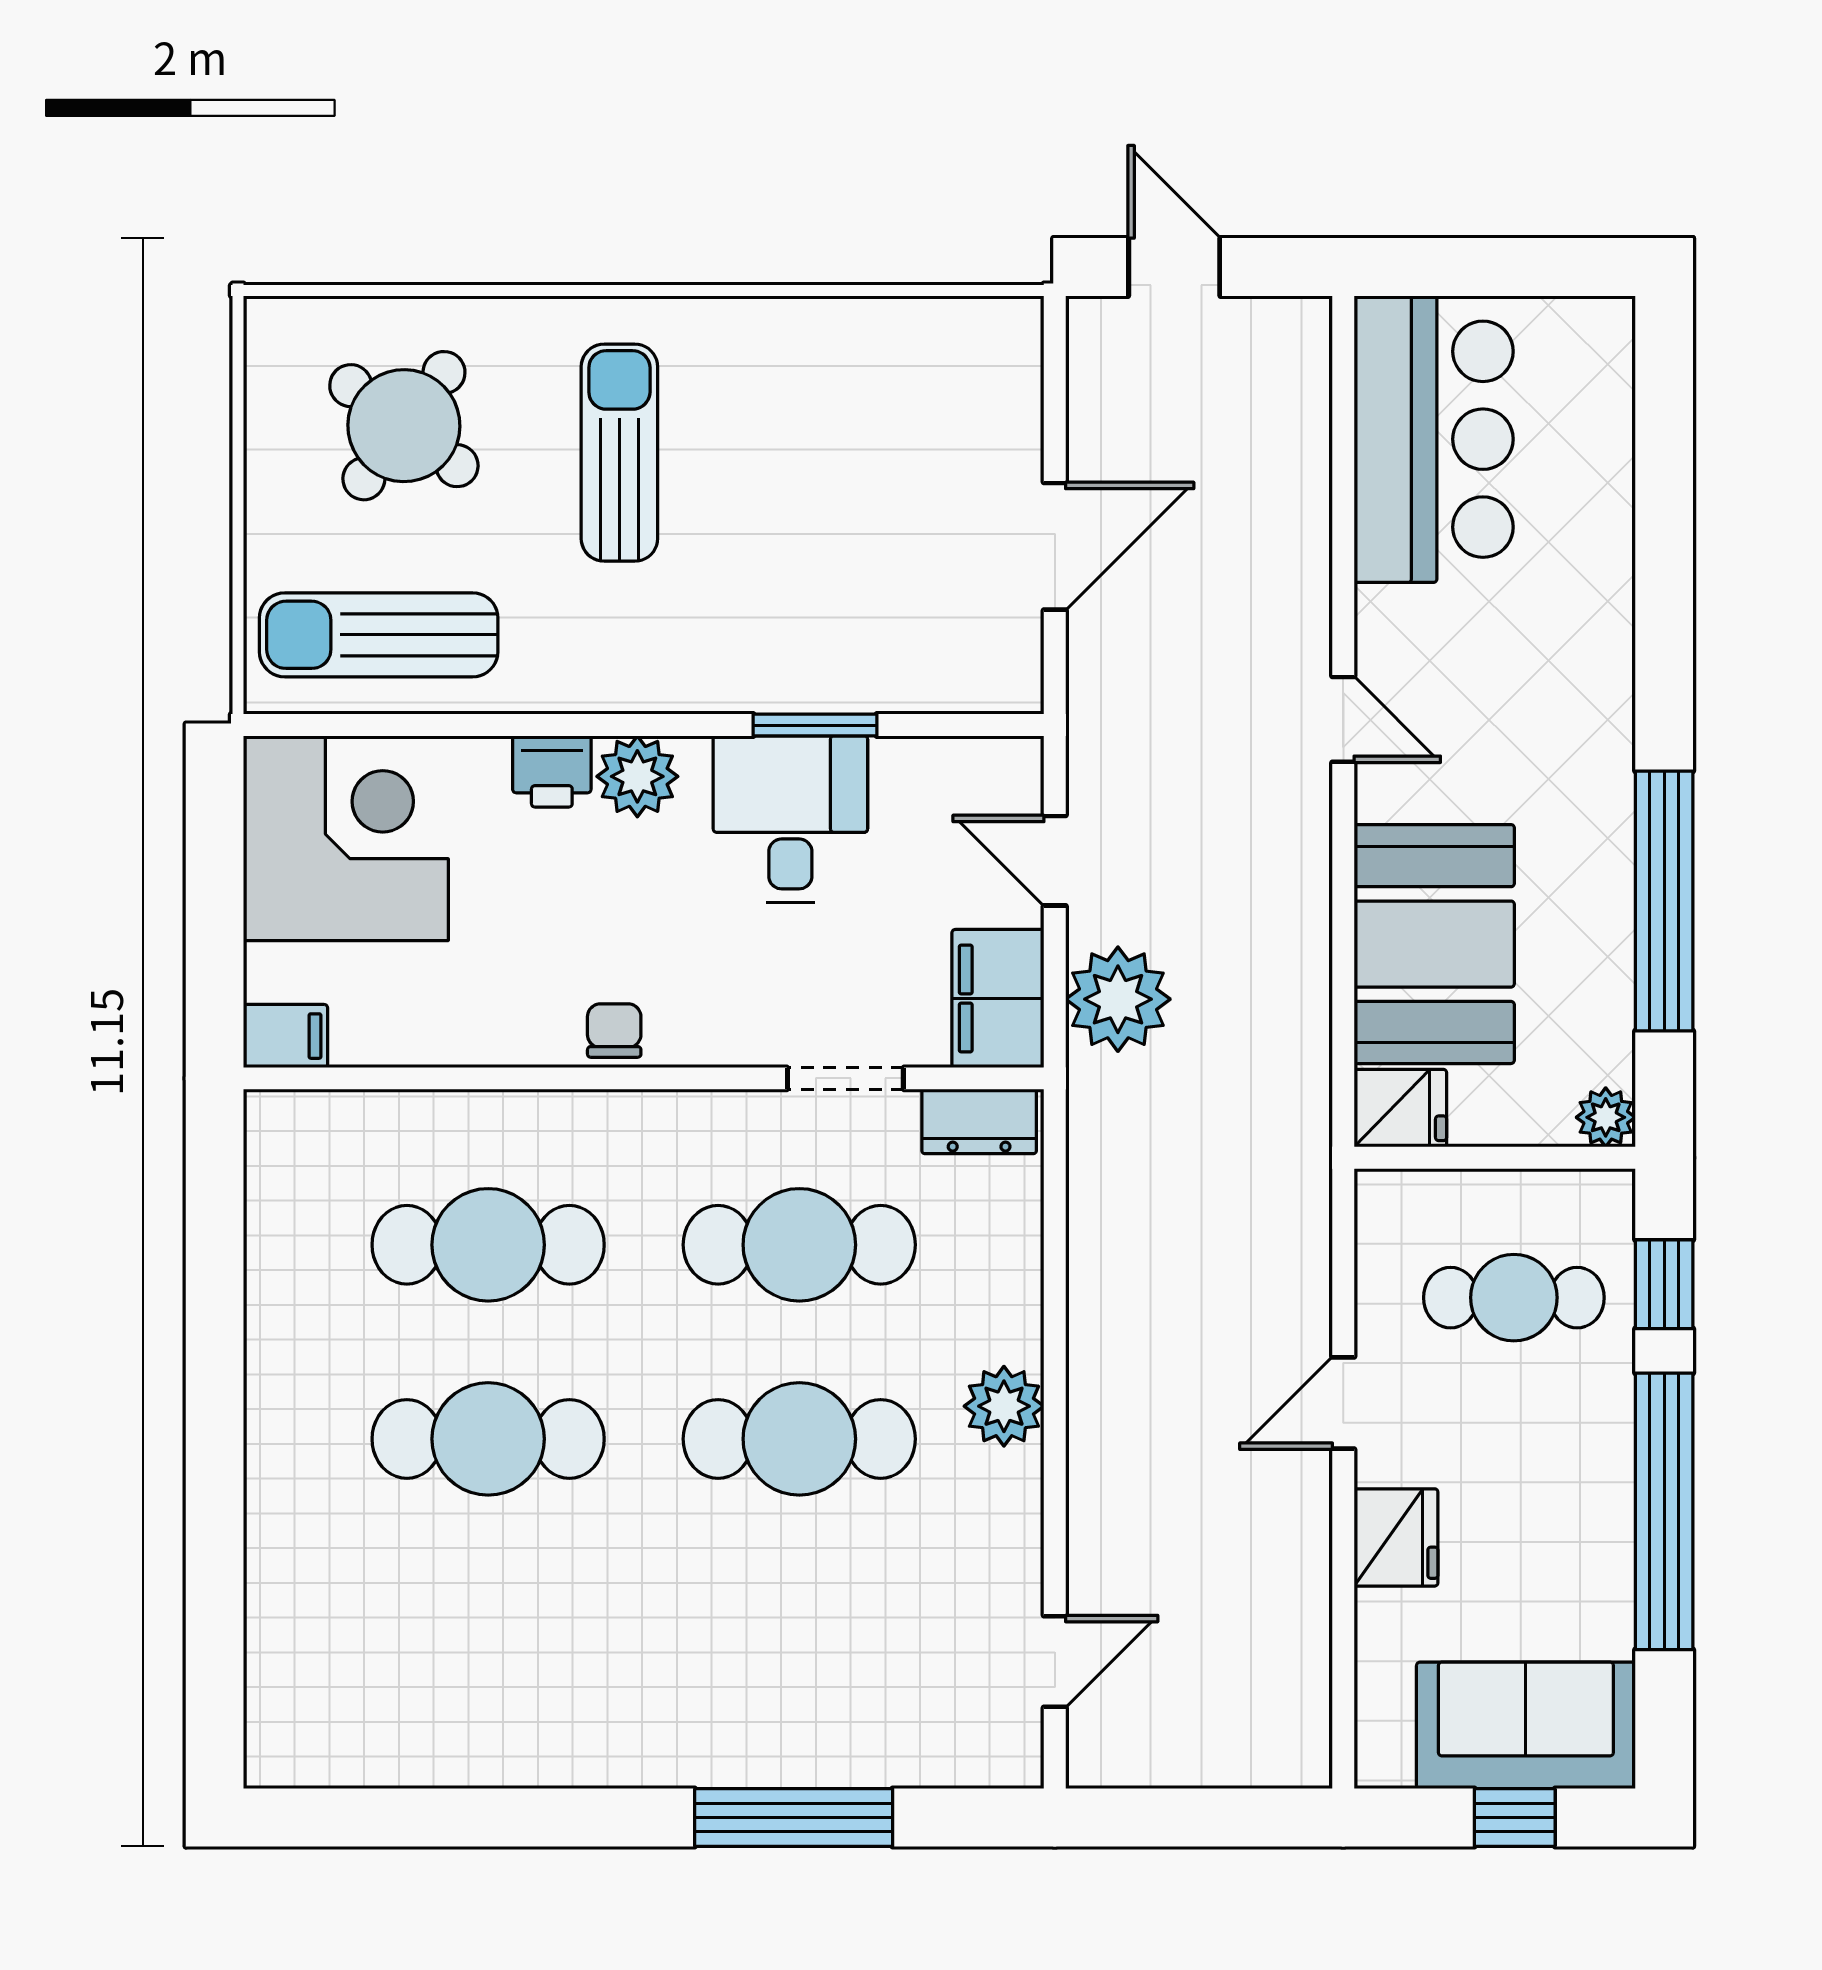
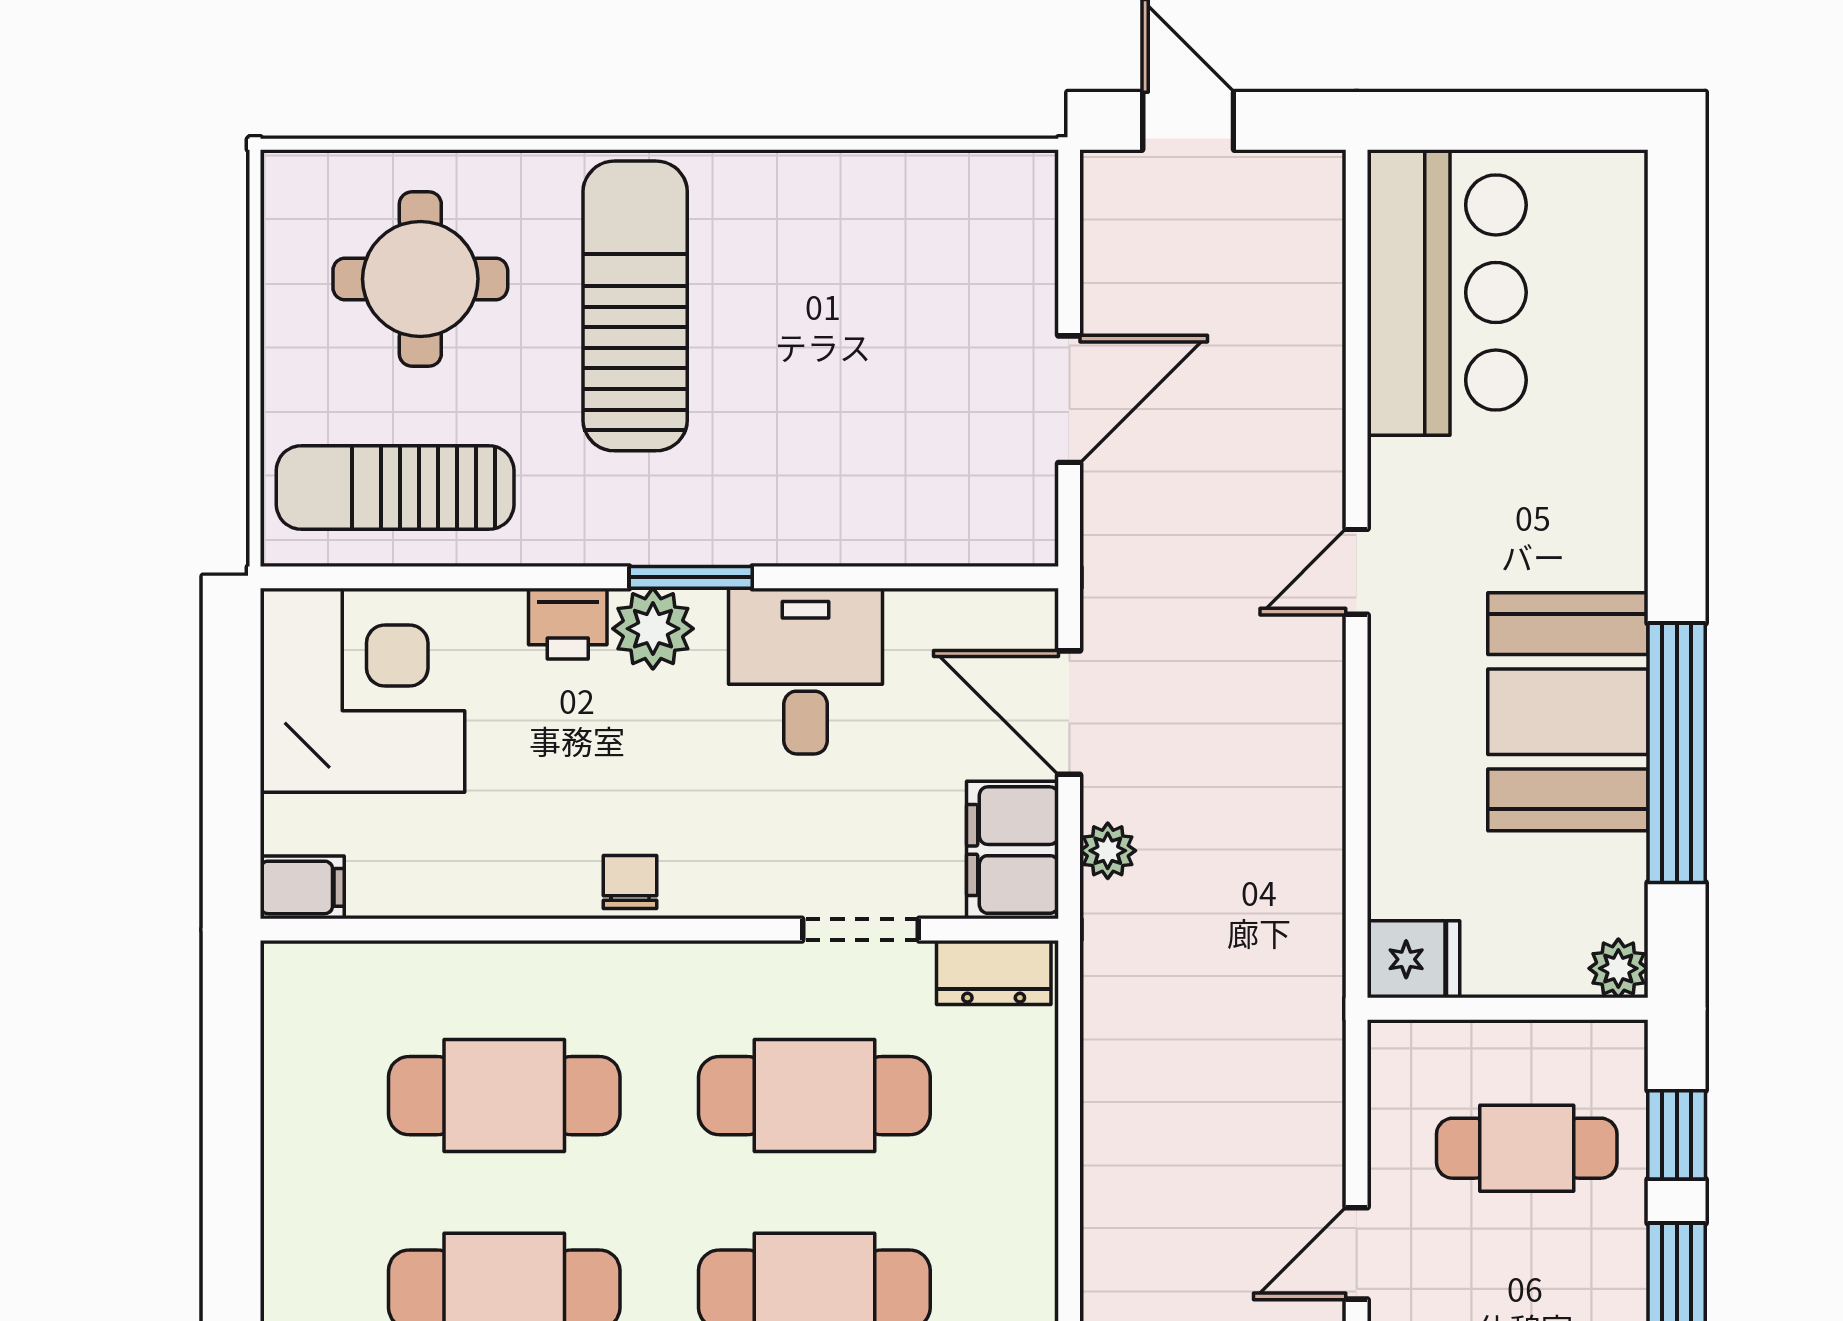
round table: (404, 426) -> (420, 279), turned -37
sun lounger: (619, 453) -> (635, 306), width x1.36, depth x1.34
door: (1343, 719) -> (1357, 572), swing flipped
window: (815, 725) -> (691, 577), moved
door: (1055, 861) -> (1069, 713), width x1.38
booth: (1434, 944) -> (1568, 712), moved
plant: (1118, 999) -> (1108, 851), width x0.53, depth x0.53
plant: (1004, 1406) -> (1018, 1256), removed

